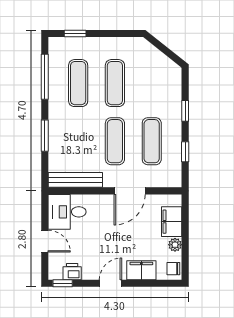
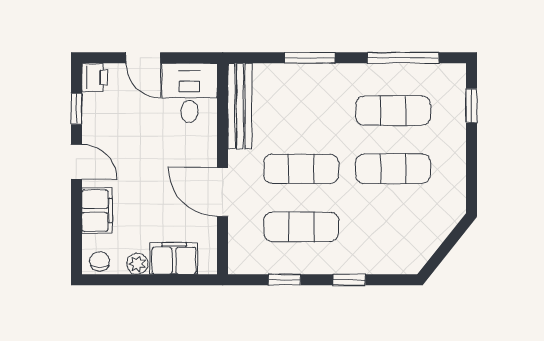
door: (45, 241) -> (143, 58), hinge flipped
printer: (72, 272) -> (95, 78), moved
window: (63, 283) -> (76, 109), moved

